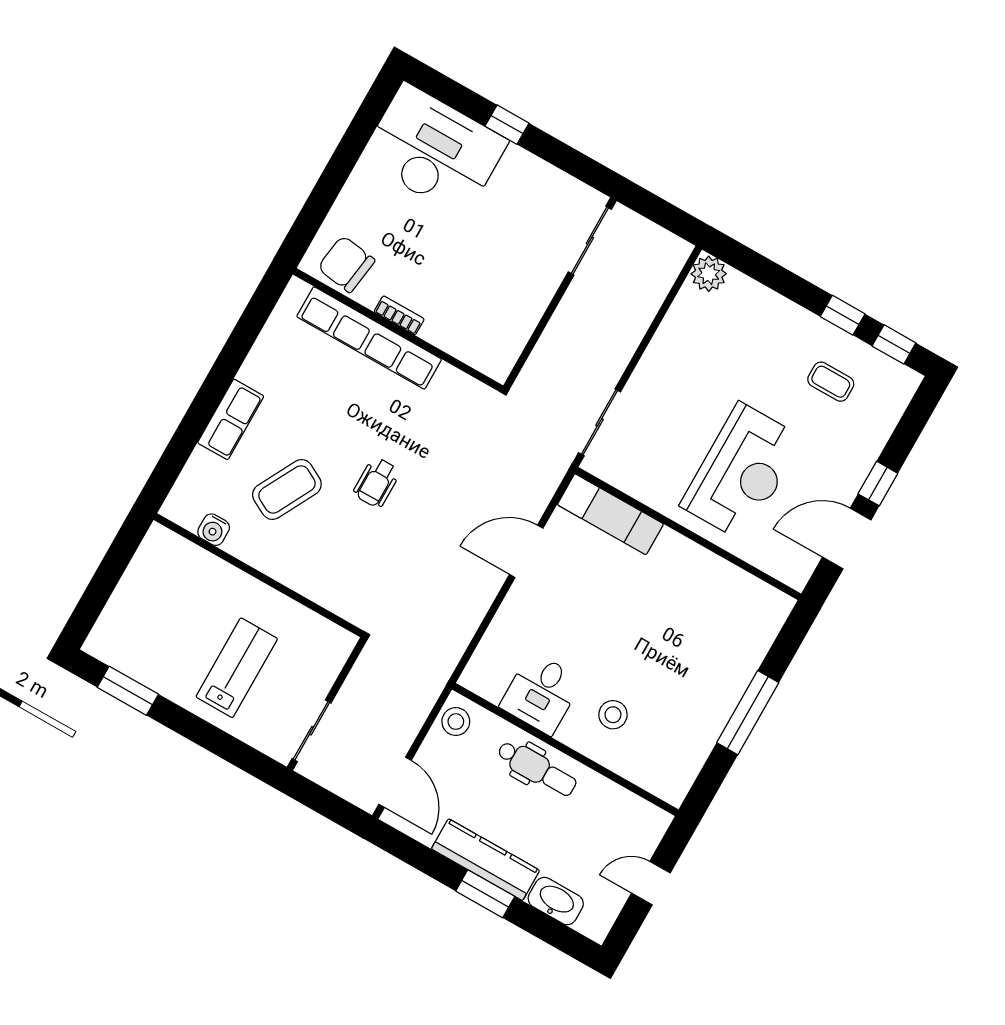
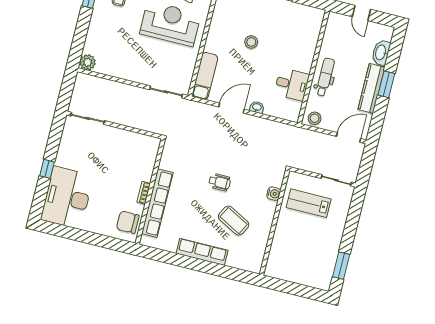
chair: (346, 264) -> (128, 222), turned 82
row of seats: (231, 419) -> (202, 252), width x1.48
water cooler: (214, 530) -> (274, 194), moved
door: (526, 551) -> (231, 108), swing flipped
washbasin: (513, 606) -> (257, 107), added
lab bench: (237, 668) -> (309, 203), moved
stool: (613, 715) -> (251, 42), moved

